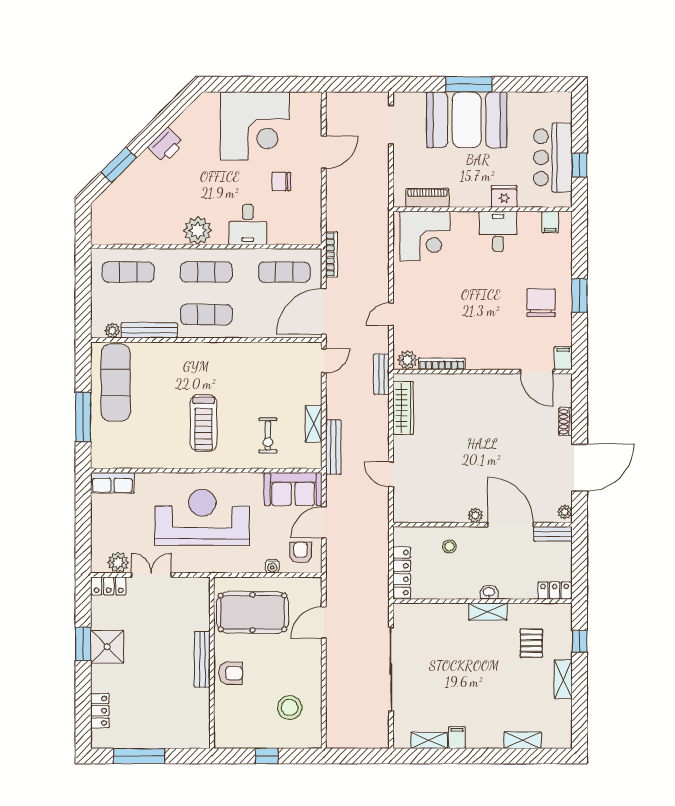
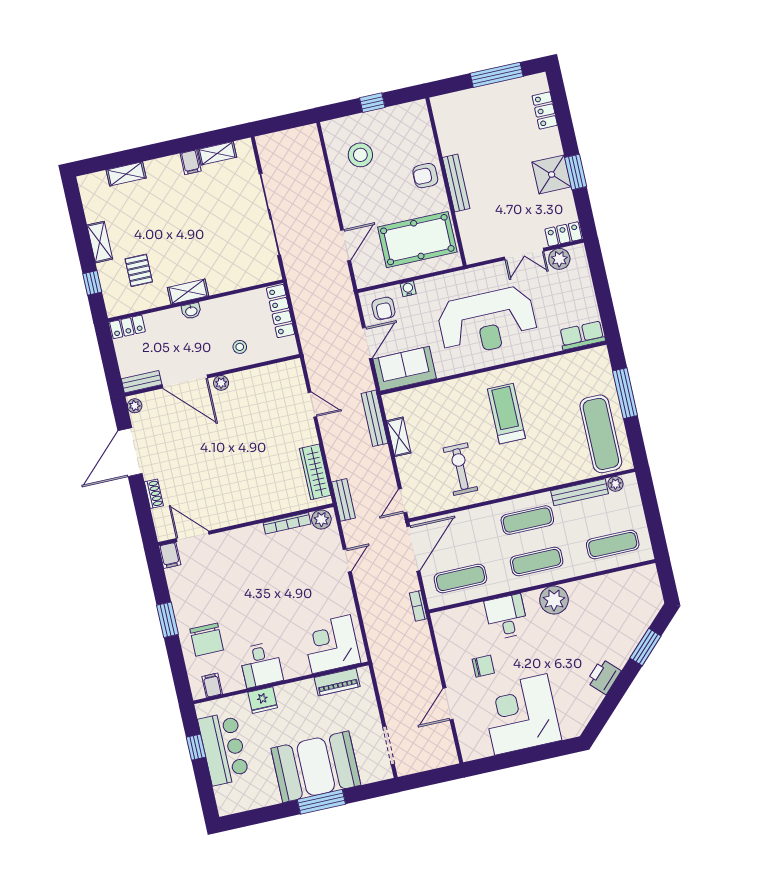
bookcase: (332, 254) -> (418, 606), width x0.64
chair: (541, 303) -> (207, 640), moved
exercise bike: (268, 436) -> (460, 469), moved, width x1.38, depth x1.39

